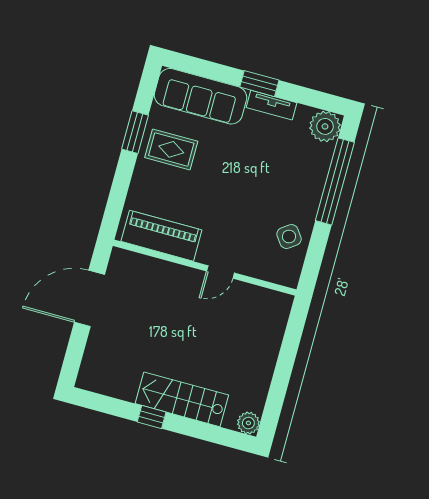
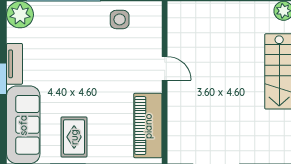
side table: (289, 237) -> (120, 19), turned 36

